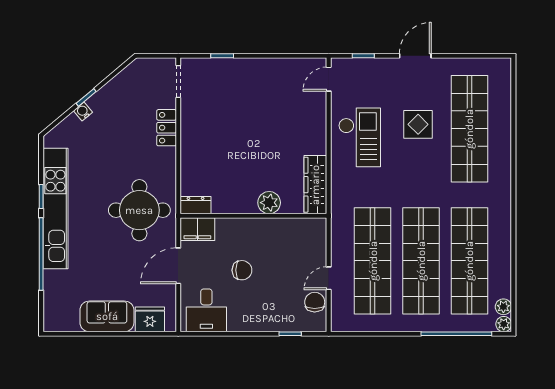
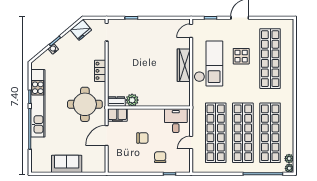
locker: (167, 128) -> (100, 71), moved
checkout: (360, 137) -> (208, 63), width x1.36, depth x1.21
wardrobe: (315, 185) -> (184, 65), moved
plant: (269, 203) -> (132, 100), moved
chair: (315, 302) -> (160, 157), moved
desk: (206, 310) -> (176, 121), moved, turned 180
fridge: (150, 319) -> (81, 30), moved, turned 140

